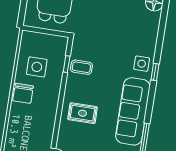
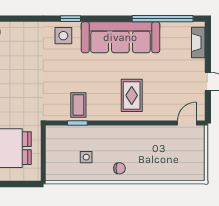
side table: (37, 67) -> (86, 157), width x0.54, depth x0.54
chair: (23, 93) -> (120, 168), width x0.54, depth x0.54

